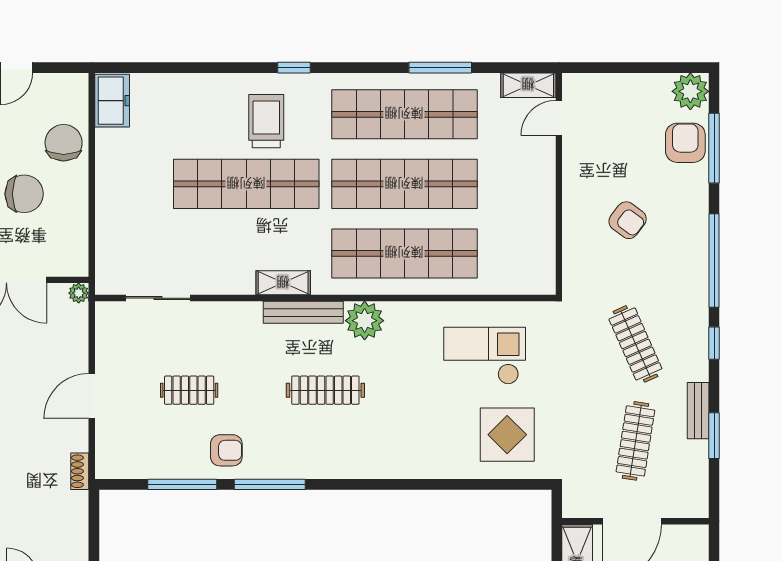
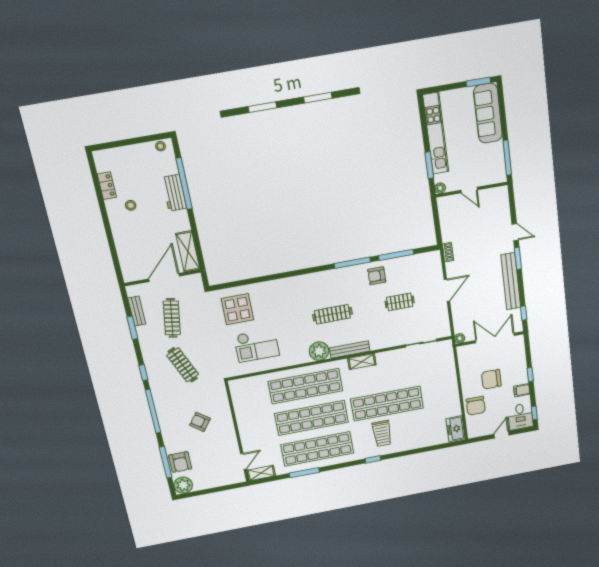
bench: (698, 411) -> (137, 311), moved

